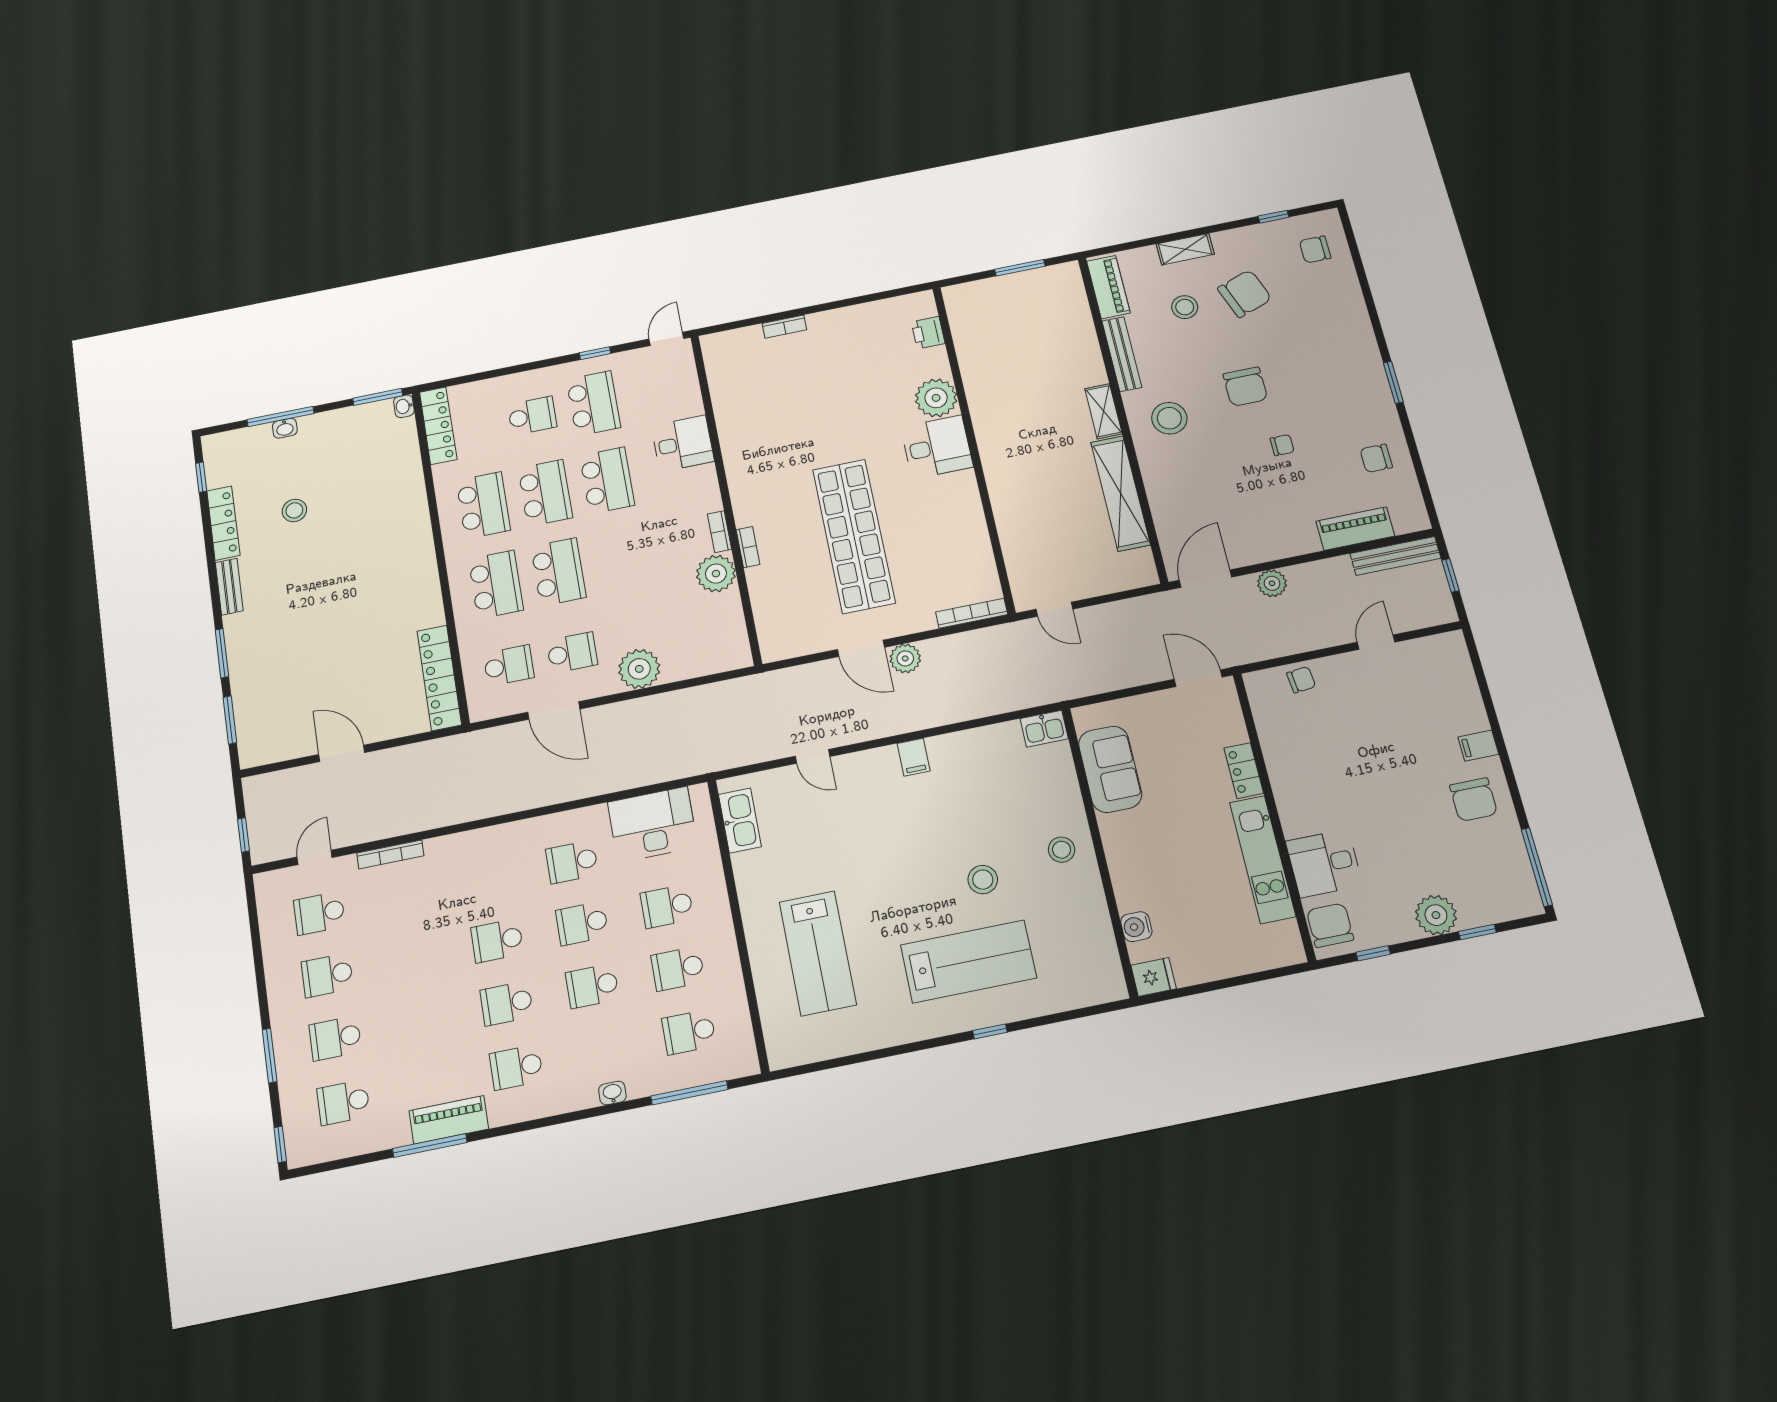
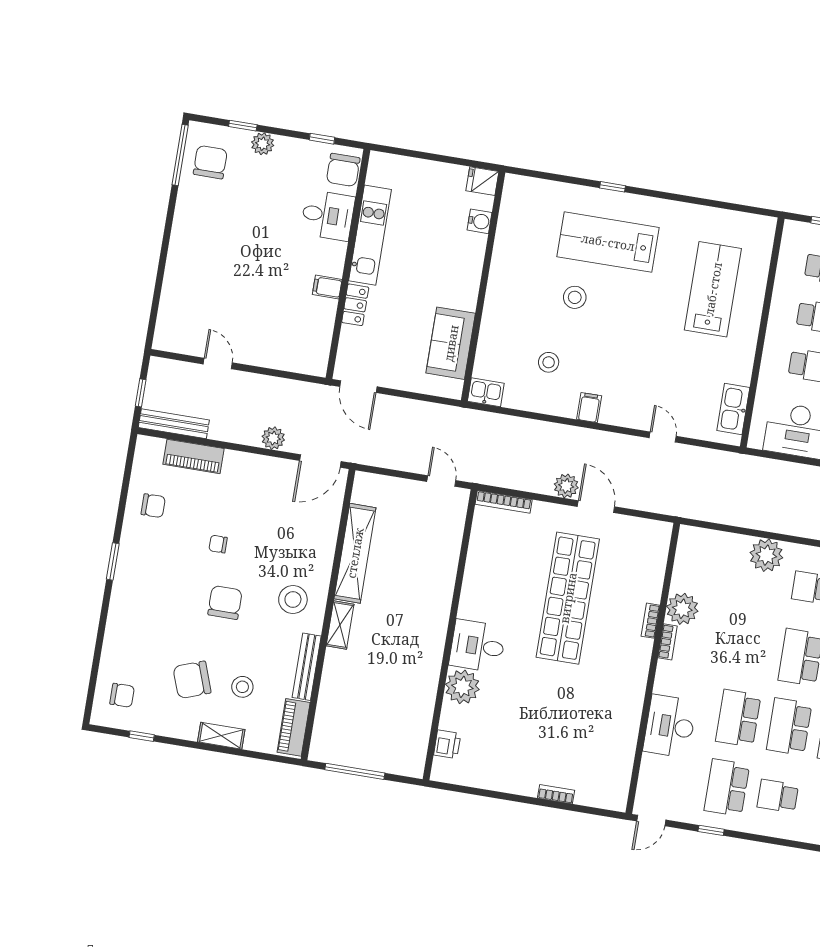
window: (1020, 268) -> (355, 771), width x1.44
desk: (683, 443) -> (670, 726), width x1.37
door: (1376, 642) -> (218, 363), swing flipped
chair: (1301, 680) -> (284, 356), removed
filing cabinet: (1478, 746) -> (327, 287), moved, turned 180
chair: (1474, 800) -> (210, 162), moved
stool: (1062, 850) -> (549, 362), moved
plant: (1436, 915) -> (263, 144), width x0.73, depth x0.73

